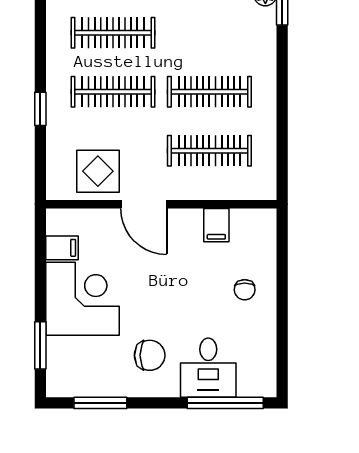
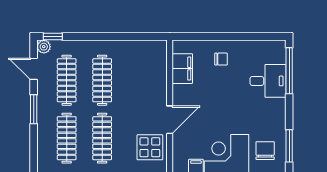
clothes rail: (209, 151) -> (67, 80), moved
filing cabinet: (216, 225) -> (182, 69), width x2.00
chair: (150, 355) -> (265, 151), moved

